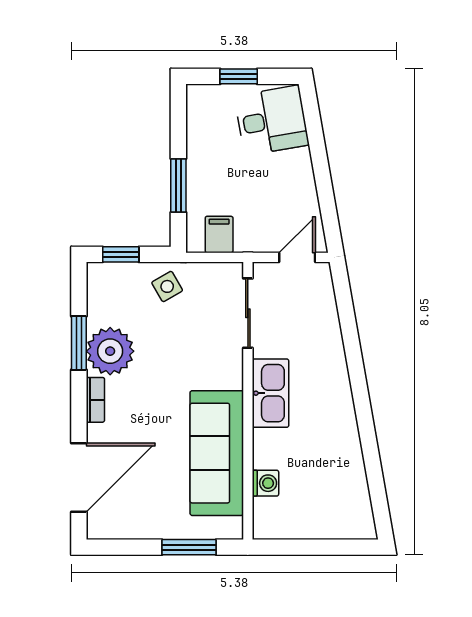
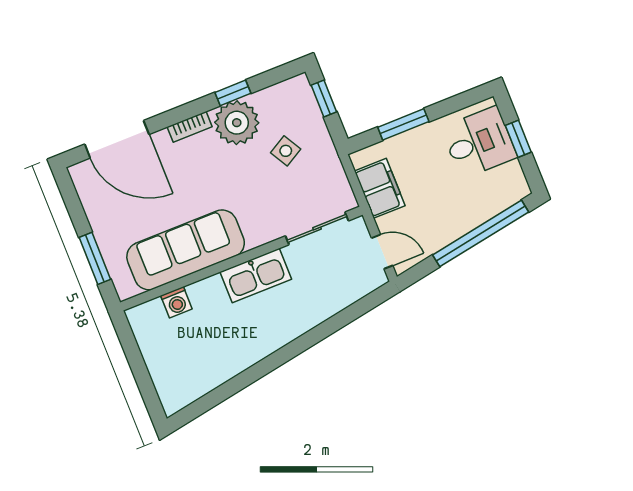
desk: (272, 120) -> (479, 142), moved, turned -80
window: (318, 152) -> (481, 233), added
filing cabinet: (219, 234) -> (380, 188), width x2.00
side table: (167, 286) -> (286, 151), moved
window: (79, 343) -> (233, 93), width x0.67

